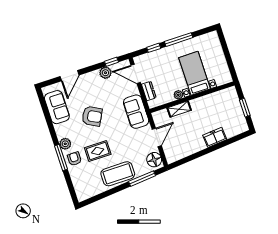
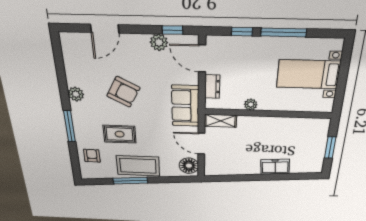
bed with nightstands: (194, 73) -> (308, 74), moved, turned -90
sofa: (57, 107) -> (77, 65), removed
shelving: (179, 109) -> (220, 121), moved
door: (157, 137) -> (201, 144), swing flipped
plant: (65, 144) -> (76, 94), moved
armchair: (74, 159) -> (92, 156), moved
window: (142, 179) -> (130, 181), moved

